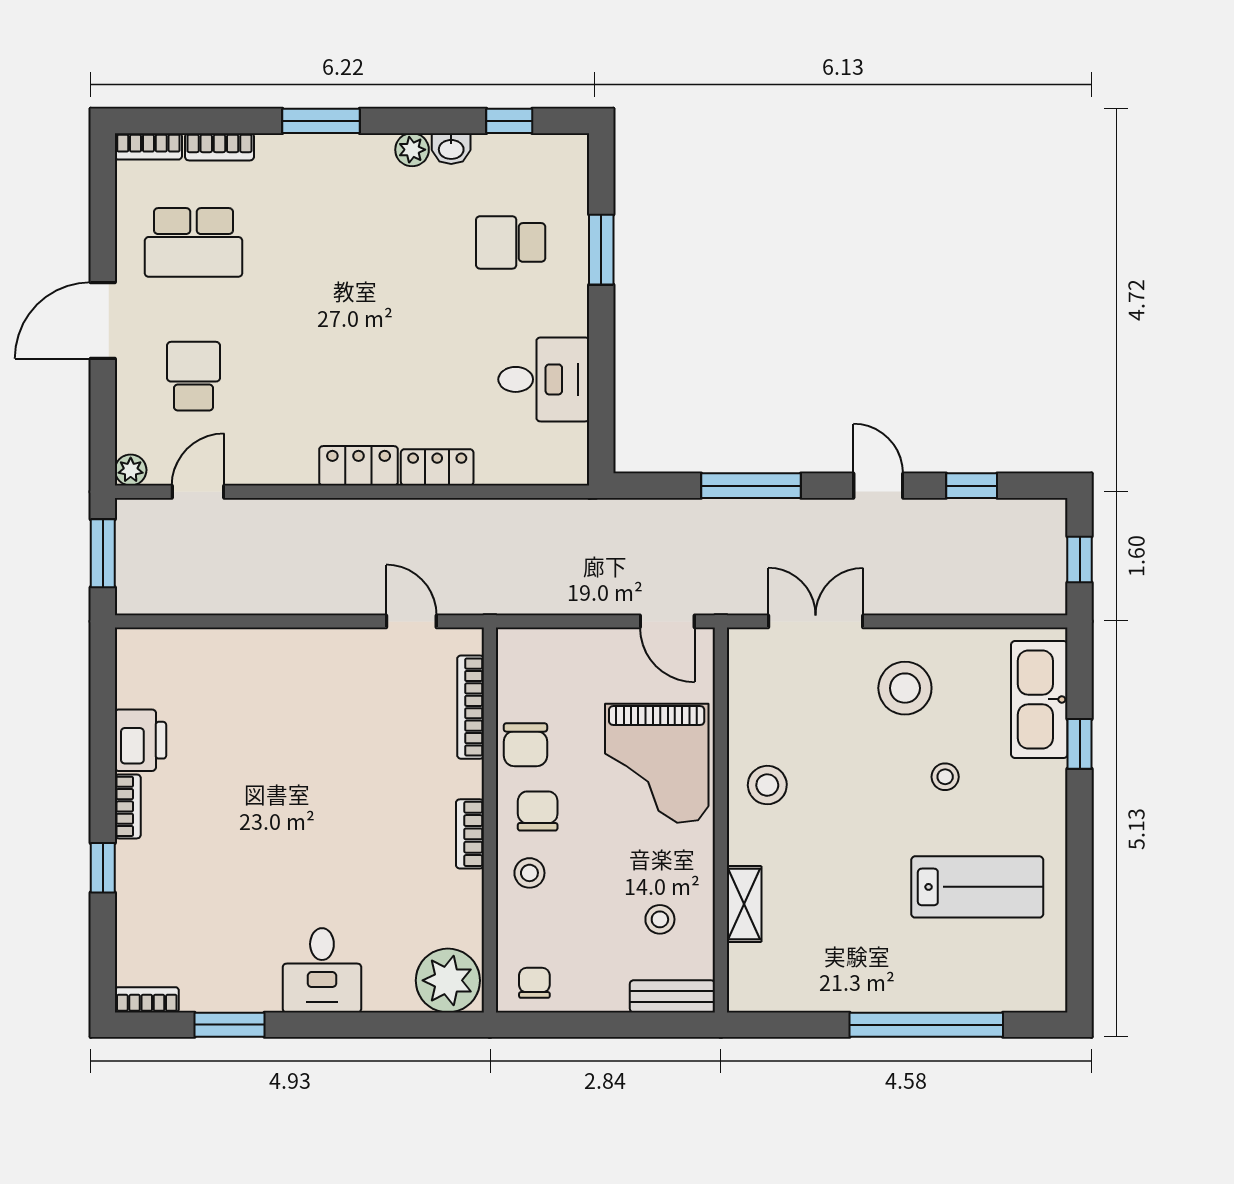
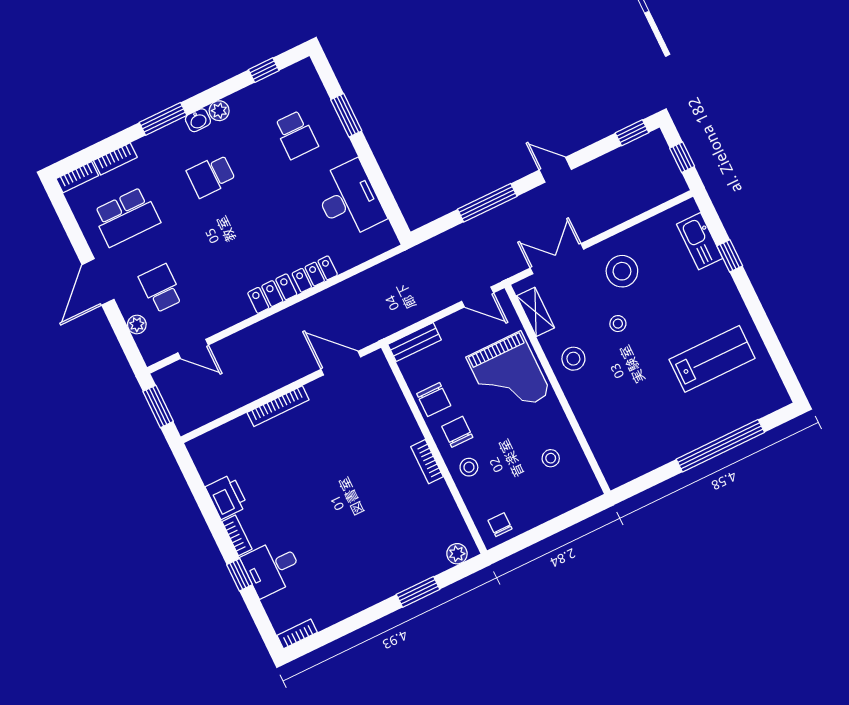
washbasin: (451, 149) -> (198, 120), moved
school desk: (352, 242) -> (211, 176), added
school desk: (511, 242) -> (296, 135), turned -90
desk: (544, 379) -> (349, 199), width x1.37
plant: (131, 470) -> (137, 324), moved
window: (972, 486) -> (632, 133), moved
door: (198, 492) -> (193, 349), swing flipped
door: (411, 621) -> (341, 363), width x1.38
kitchen sink: (1039, 699) -> (700, 241), width x0.73, depth x0.81
bookcase: (471, 707) -> (278, 406), moved, turned -90
stool: (945, 777) -> (618, 324), moved
shelving: (744, 904) -> (536, 312), moved
desk: (322, 970) -> (272, 568), moved, turned 90
plant: (448, 980) -> (457, 554), width x0.53, depth x0.53
bench: (672, 996) -> (415, 342), moved
window: (229, 1025) -> (418, 592), moved

